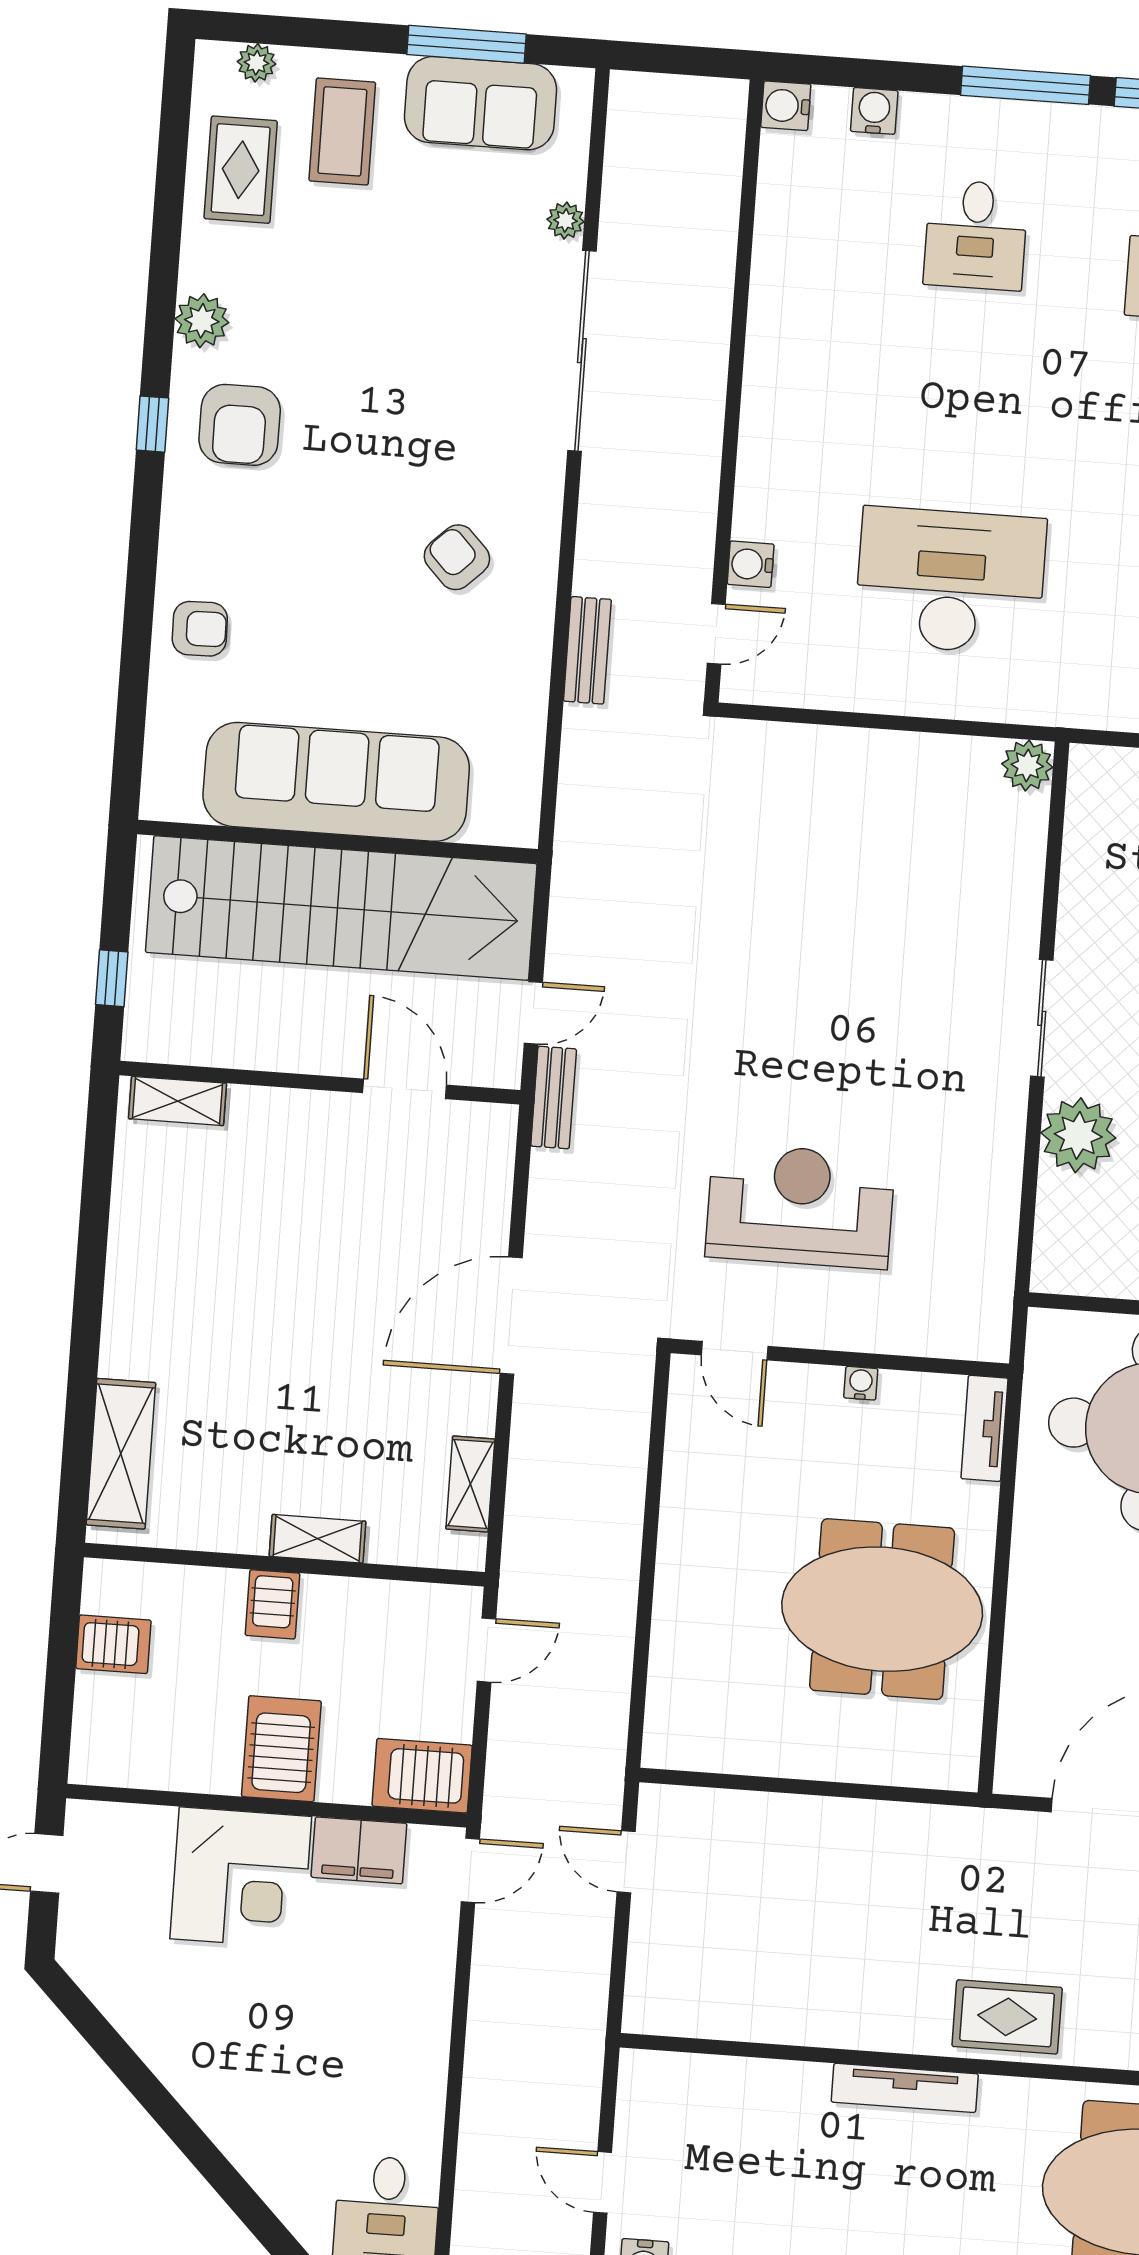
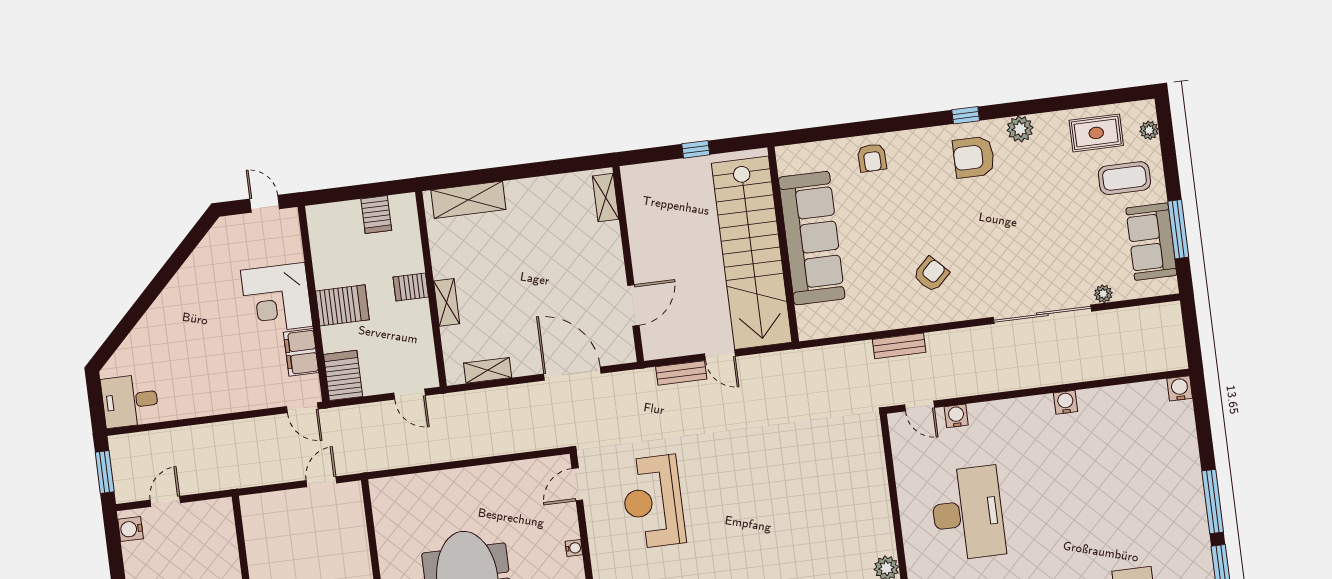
water cooler: (874, 111) -> (1066, 402), moved, turned -90
desk: (976, 235) -> (1136, 492), removed
wall: (320, 1083) -> (628, 264), moved
door: (405, 1089) -> (633, 305), moved
shelving: (178, 1101) -> (606, 198), moved
reception desk: (800, 1206) -> (653, 502), turned 180

